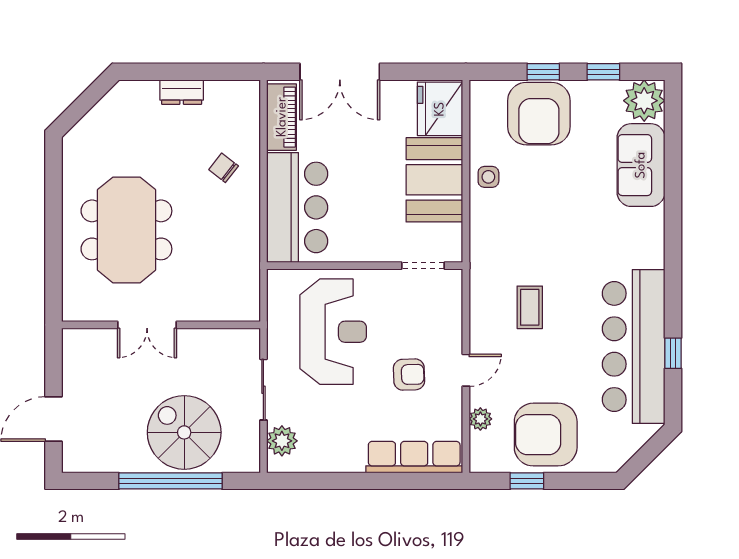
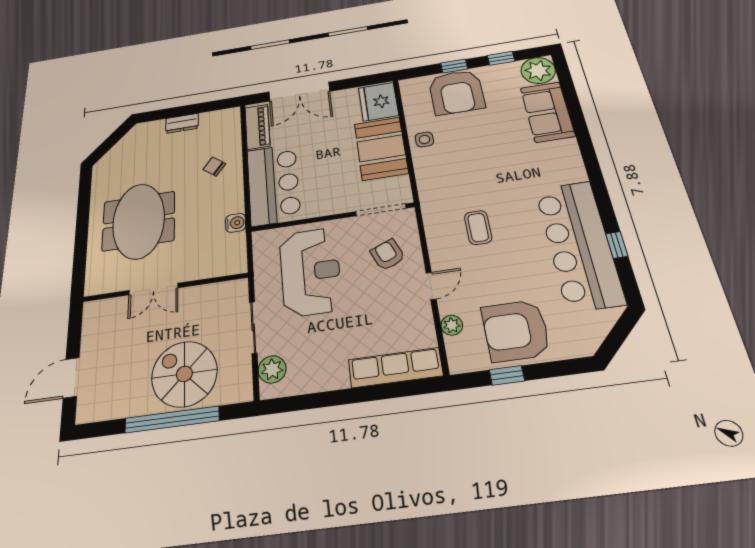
water cooler: (248, 253) -> (236, 223), added
doorway: (423, 266) -> (381, 210), width x1.38
armchair: (409, 375) -> (388, 255), moved, turned -111

